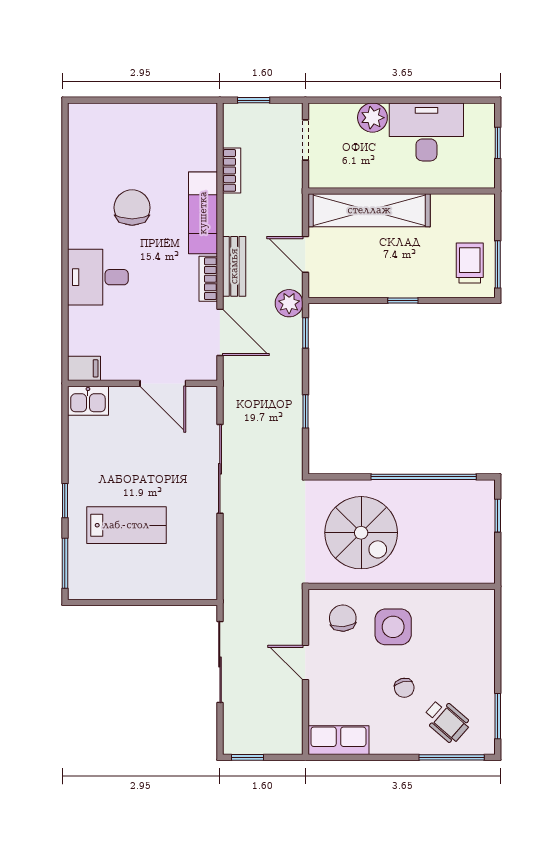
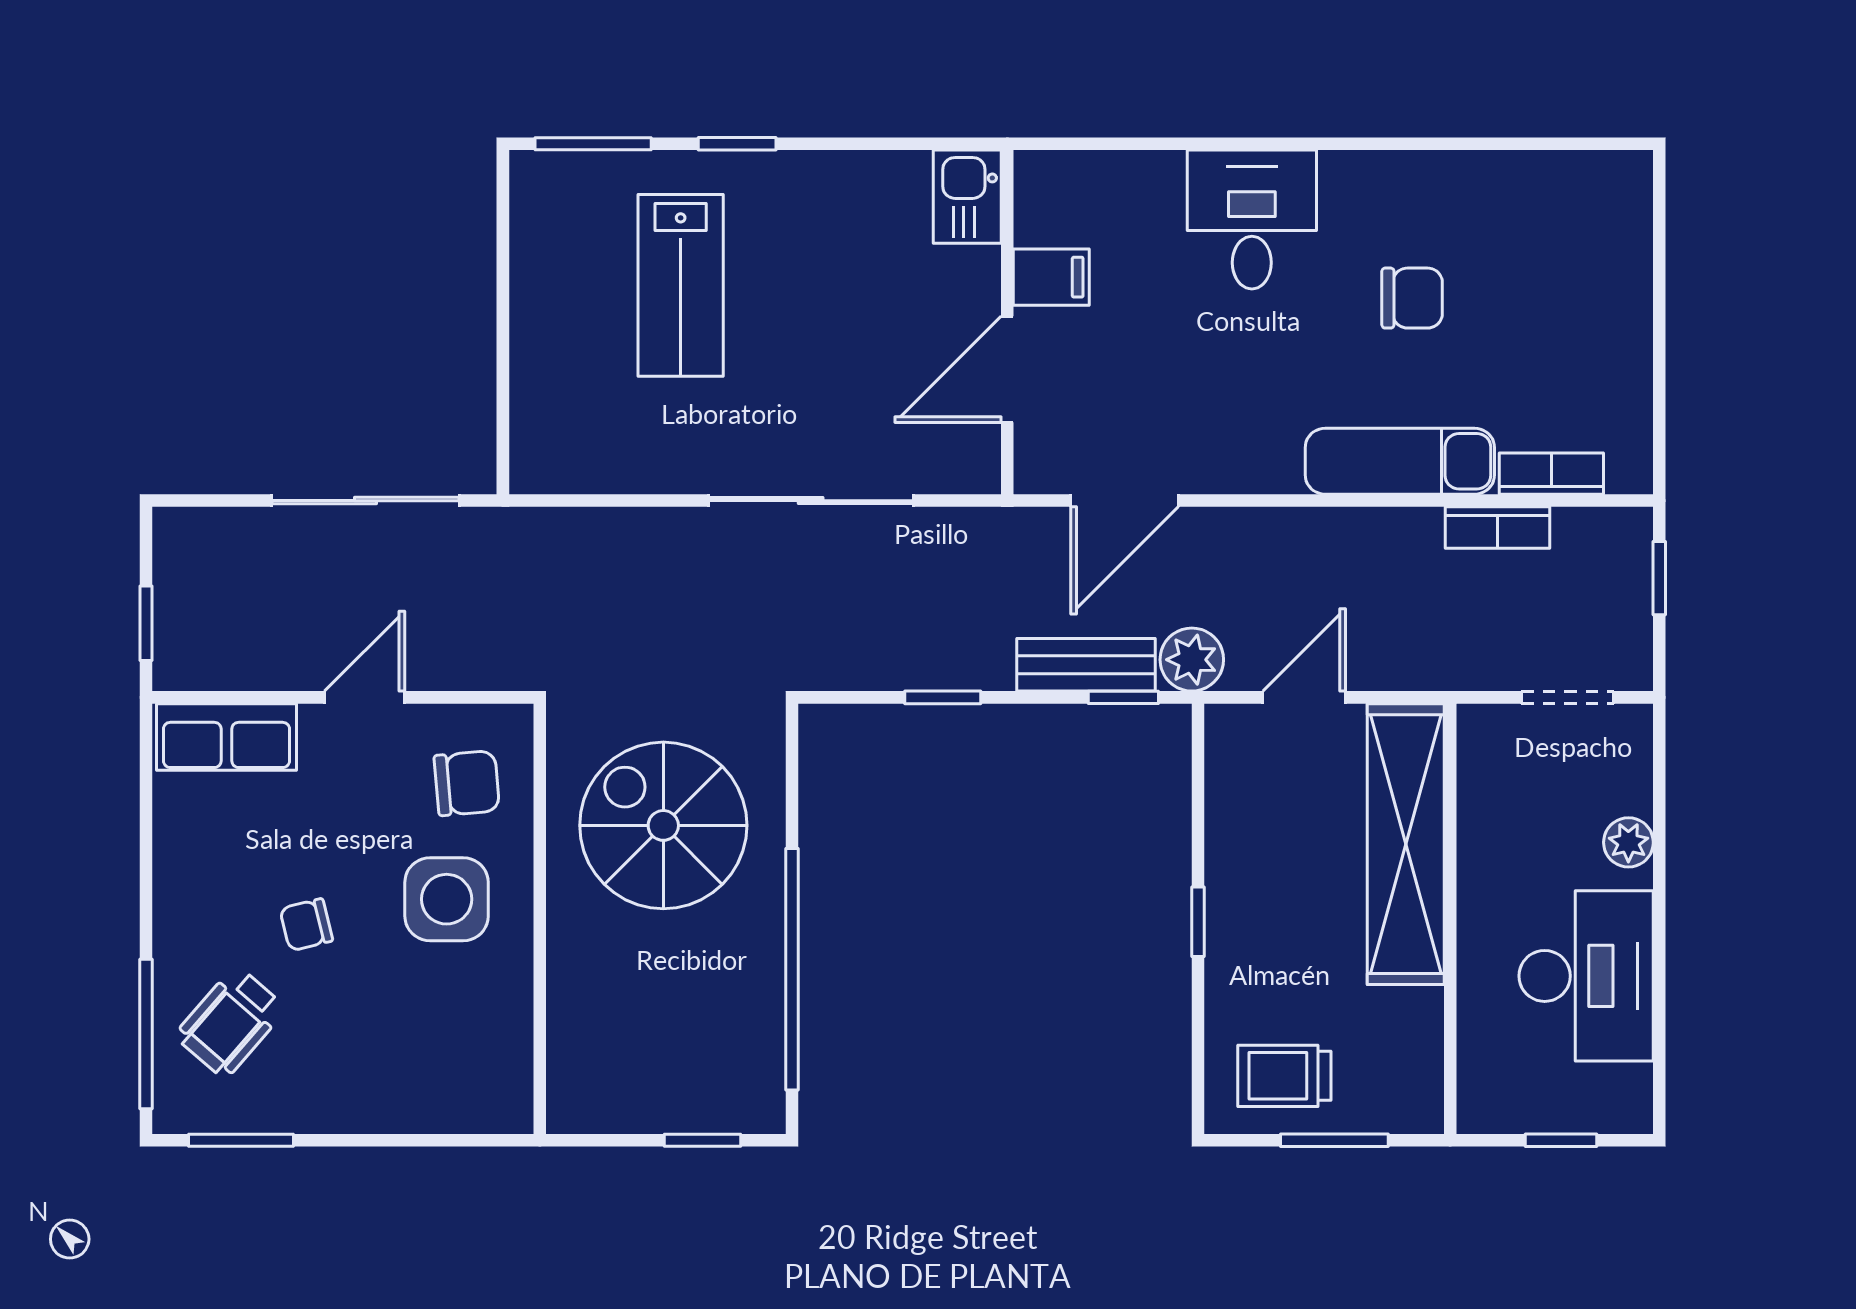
plant: (372, 118) -> (1628, 842), width x0.73, depth x0.73
chair: (132, 208) -> (1412, 298), width x0.73, depth x0.73
trolley: (470, 263) -> (1284, 1076), turned 180
window: (498, 264) -> (1334, 1140), moved
bench: (234, 266) -> (1086, 665), moved
bookcase: (208, 279) -> (1551, 474), moved
filing cabinet: (84, 368) -> (1051, 277), moved, turned -90
spiral stairs: (361, 533) -> (663, 825), turned 90
row of seats: (338, 740) -> (226, 737), moved, turned 90
window: (247, 757) -> (146, 623), moved

